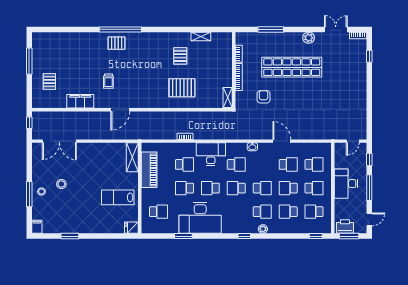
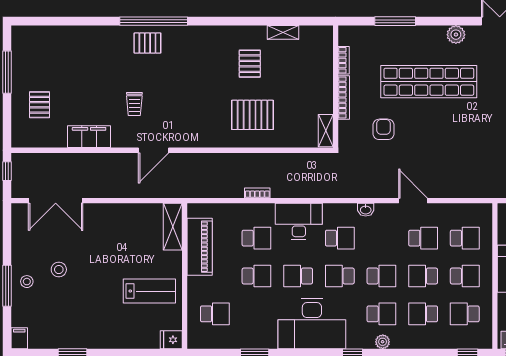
school desk: (184, 188) -> (256, 276), turned 180
lab bench: (118, 197) -> (149, 291), turned 180
desk: (200, 218) -> (312, 324), moved

